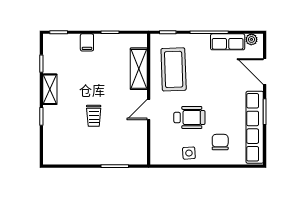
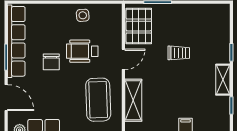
trolley: (94, 116) -> (179, 53), turned 90
pallet: (133, 142) -> (139, 26), added
chair: (220, 142) -> (51, 62), moved

